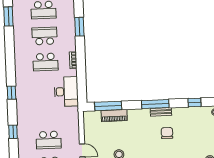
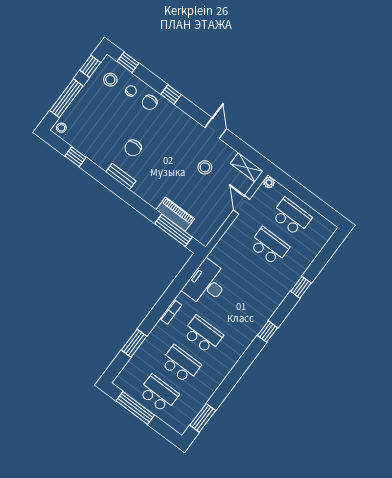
school desk: (44, 36) -> (181, 364), turned 180
window: (155, 104) -> (120, 190), removed

